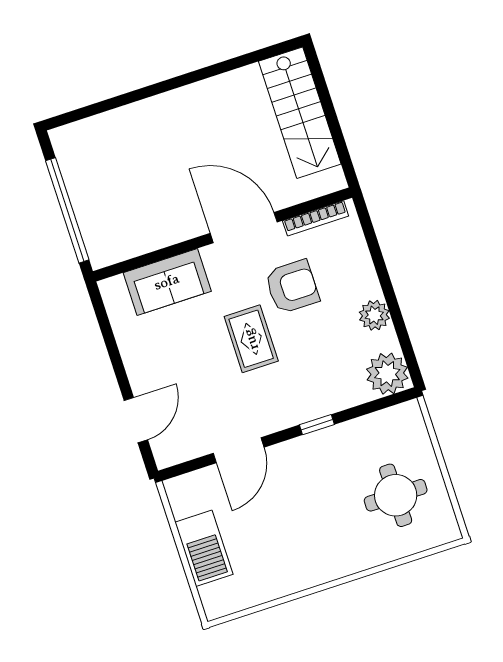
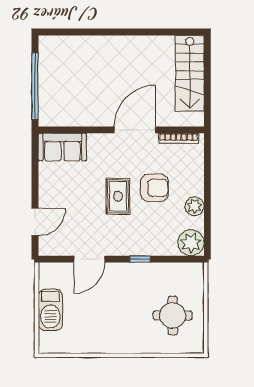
door: (244, 228) -> (135, 130), hinge flipped
sofa: (167, 282) -> (62, 147), moved
armchair: (292, 287) -> (154, 188), moved

